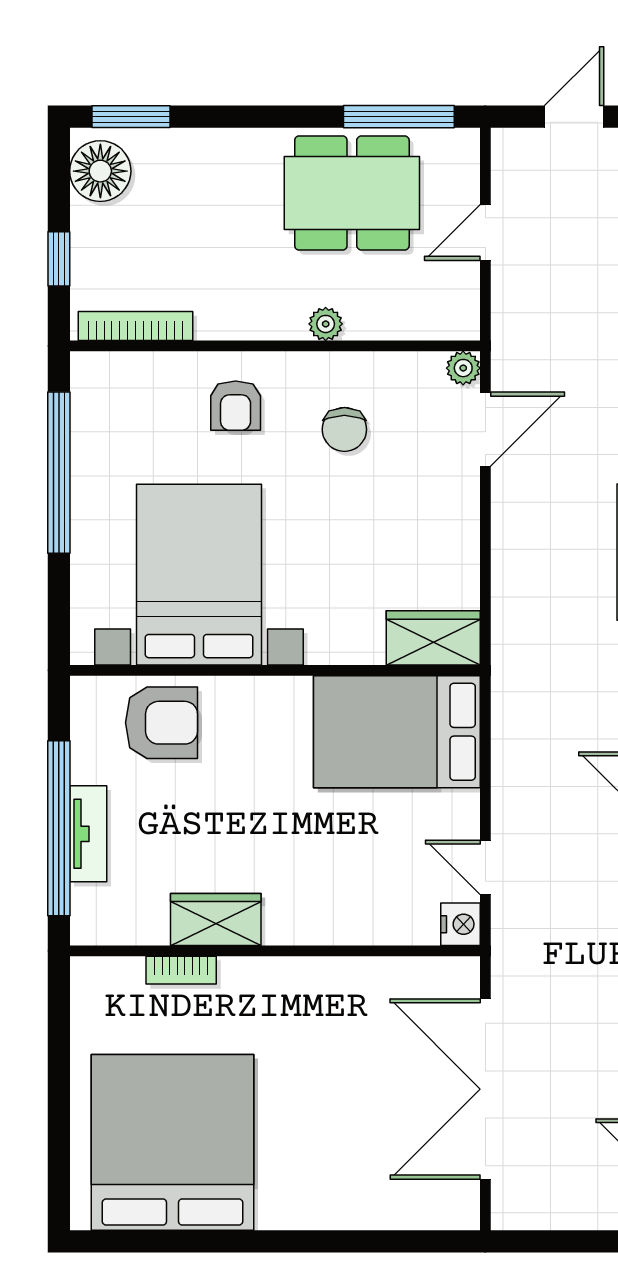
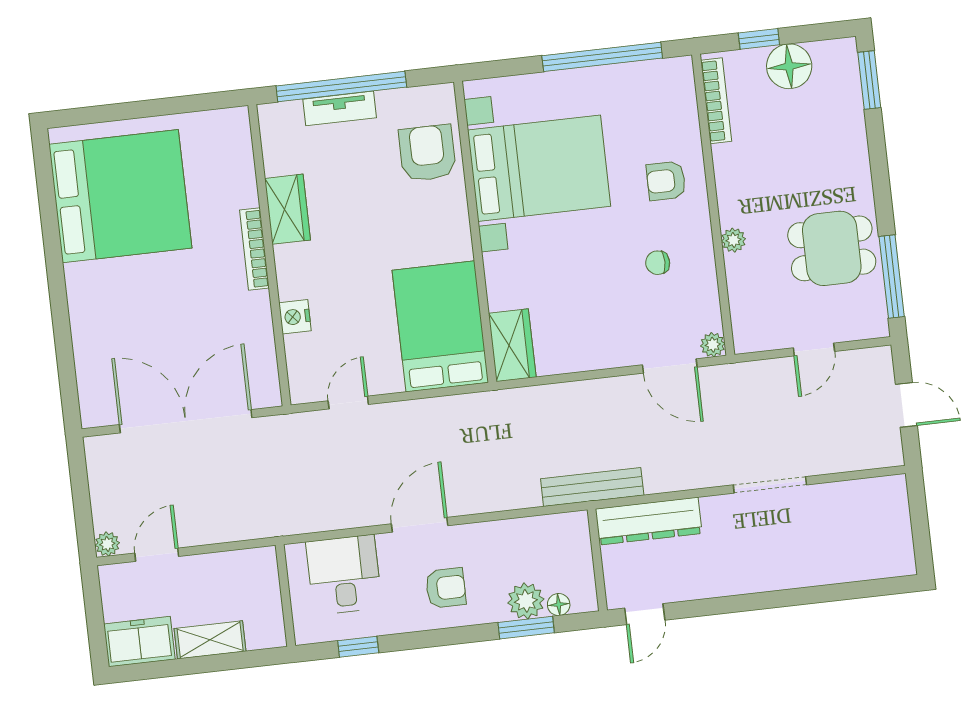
floor lamp: (100, 171) -> (789, 66), moved
dining table: (352, 193) -> (832, 248), width x0.73
door: (485, 232) -> (814, 350), swing flipped
chair: (344, 429) -> (658, 263), width x0.73, depth x0.73
armchair: (162, 723) -> (427, 153), turned 180
nightstand: (460, 924) -> (295, 317), moved, turned 90
bookcase: (181, 970) -> (254, 249), moved, width x1.56

